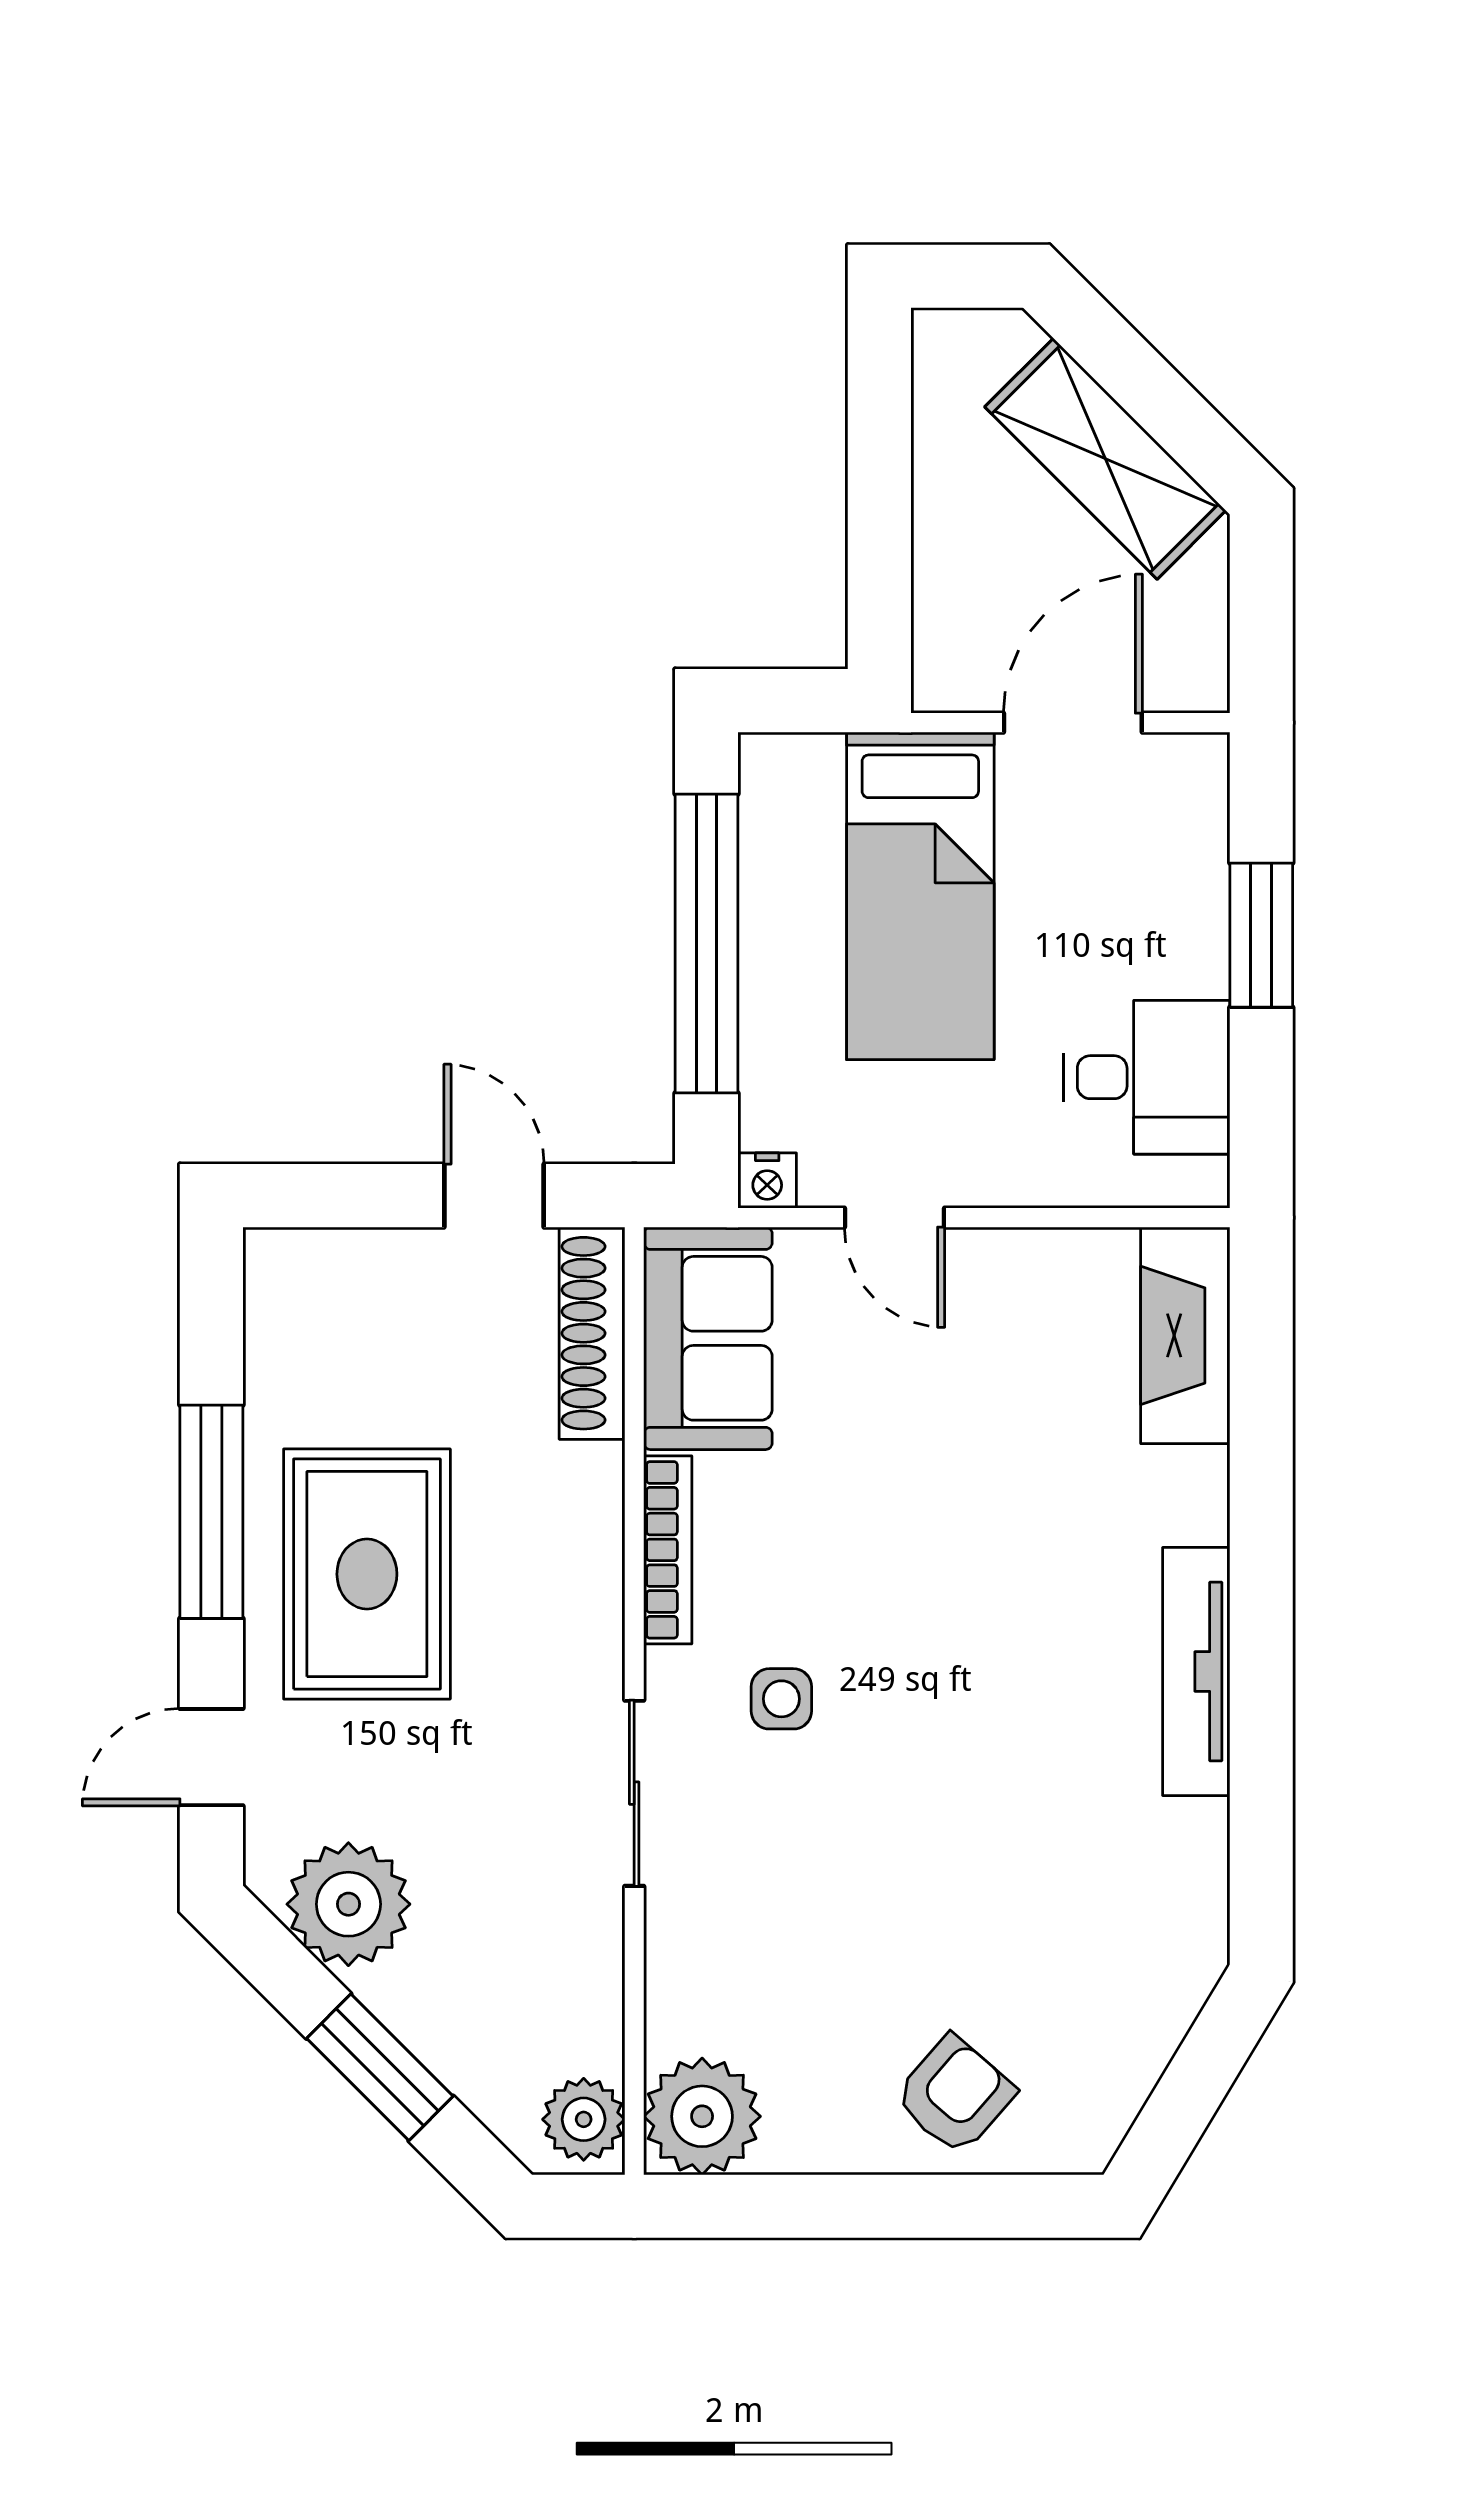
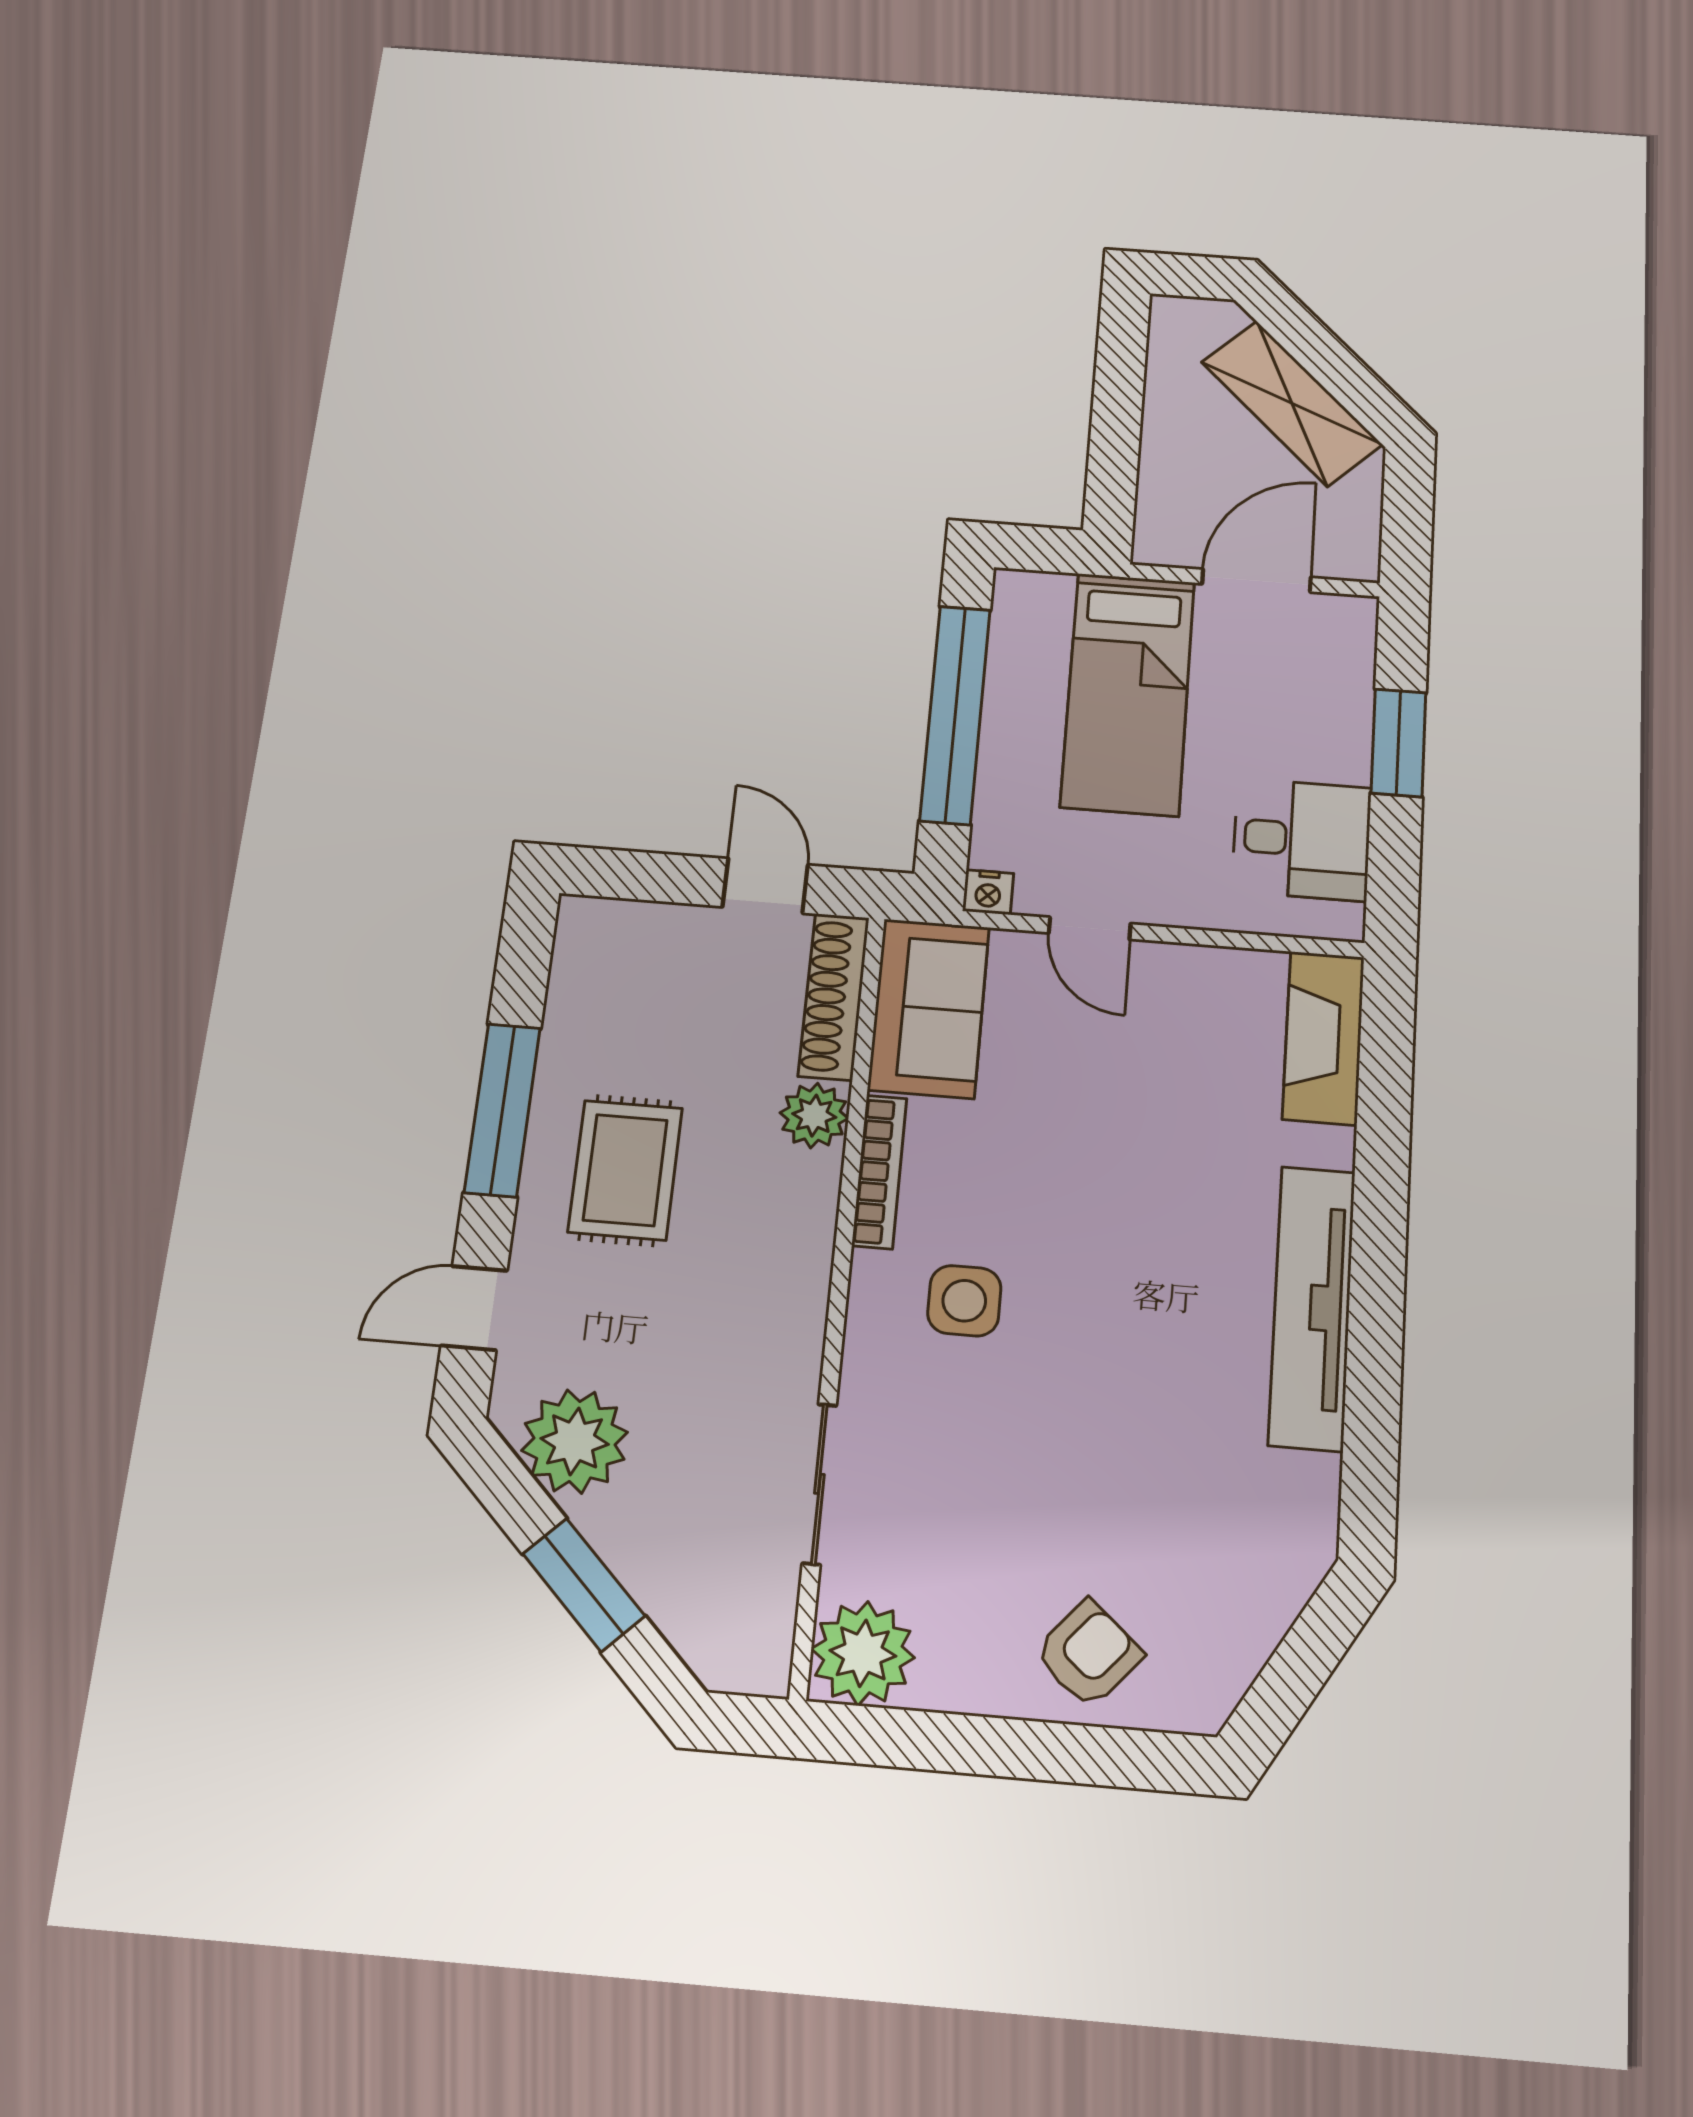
rug: (367, 1574) -> (625, 1170), width x0.73, depth x0.70
tv unit: (1196, 1672) -> (1312, 1307), width x1.36, depth x1.29
side table: (781, 1699) -> (964, 1301), width x1.37, depth x1.37
sliding door: (634, 1793) -> (819, 1484), moved
plant: (584, 2119) -> (814, 1116), moved

